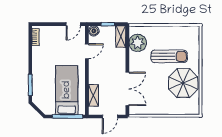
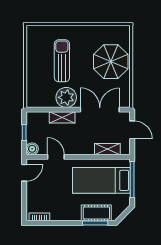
door: (73, 24) -> (24, 173), hinge flipped
shelving: (121, 37) -> (62, 117), moved
plant: (138, 43) -> (66, 97), moved
parasol: (183, 83) -> (111, 62), moved
cot: (39, 86) -> (96, 213), added

